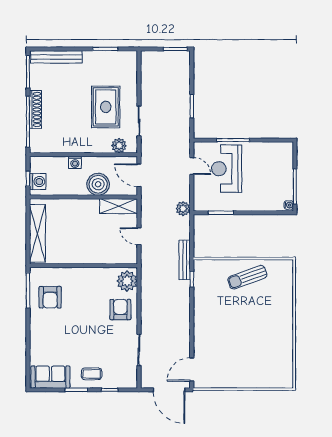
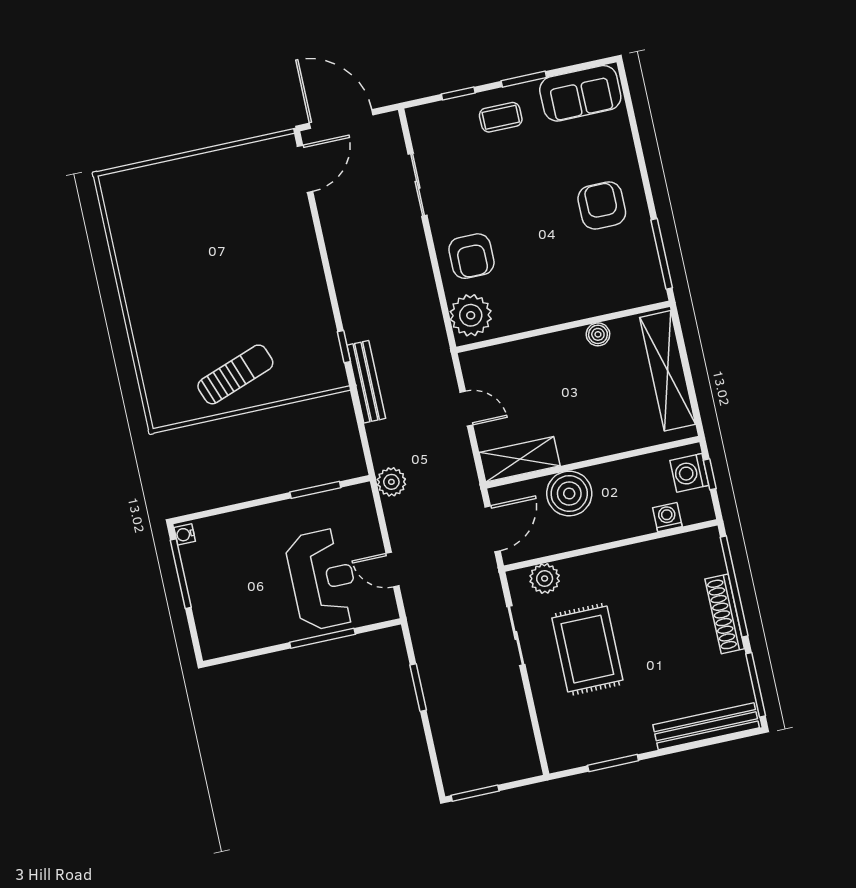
washing machine: (75, 162) -> (667, 517), moved
door: (139, 175) -> (493, 529), hinge flipped
boiler: (67, 258) -> (598, 334), added
armchair: (50, 297) -> (602, 205), moved

